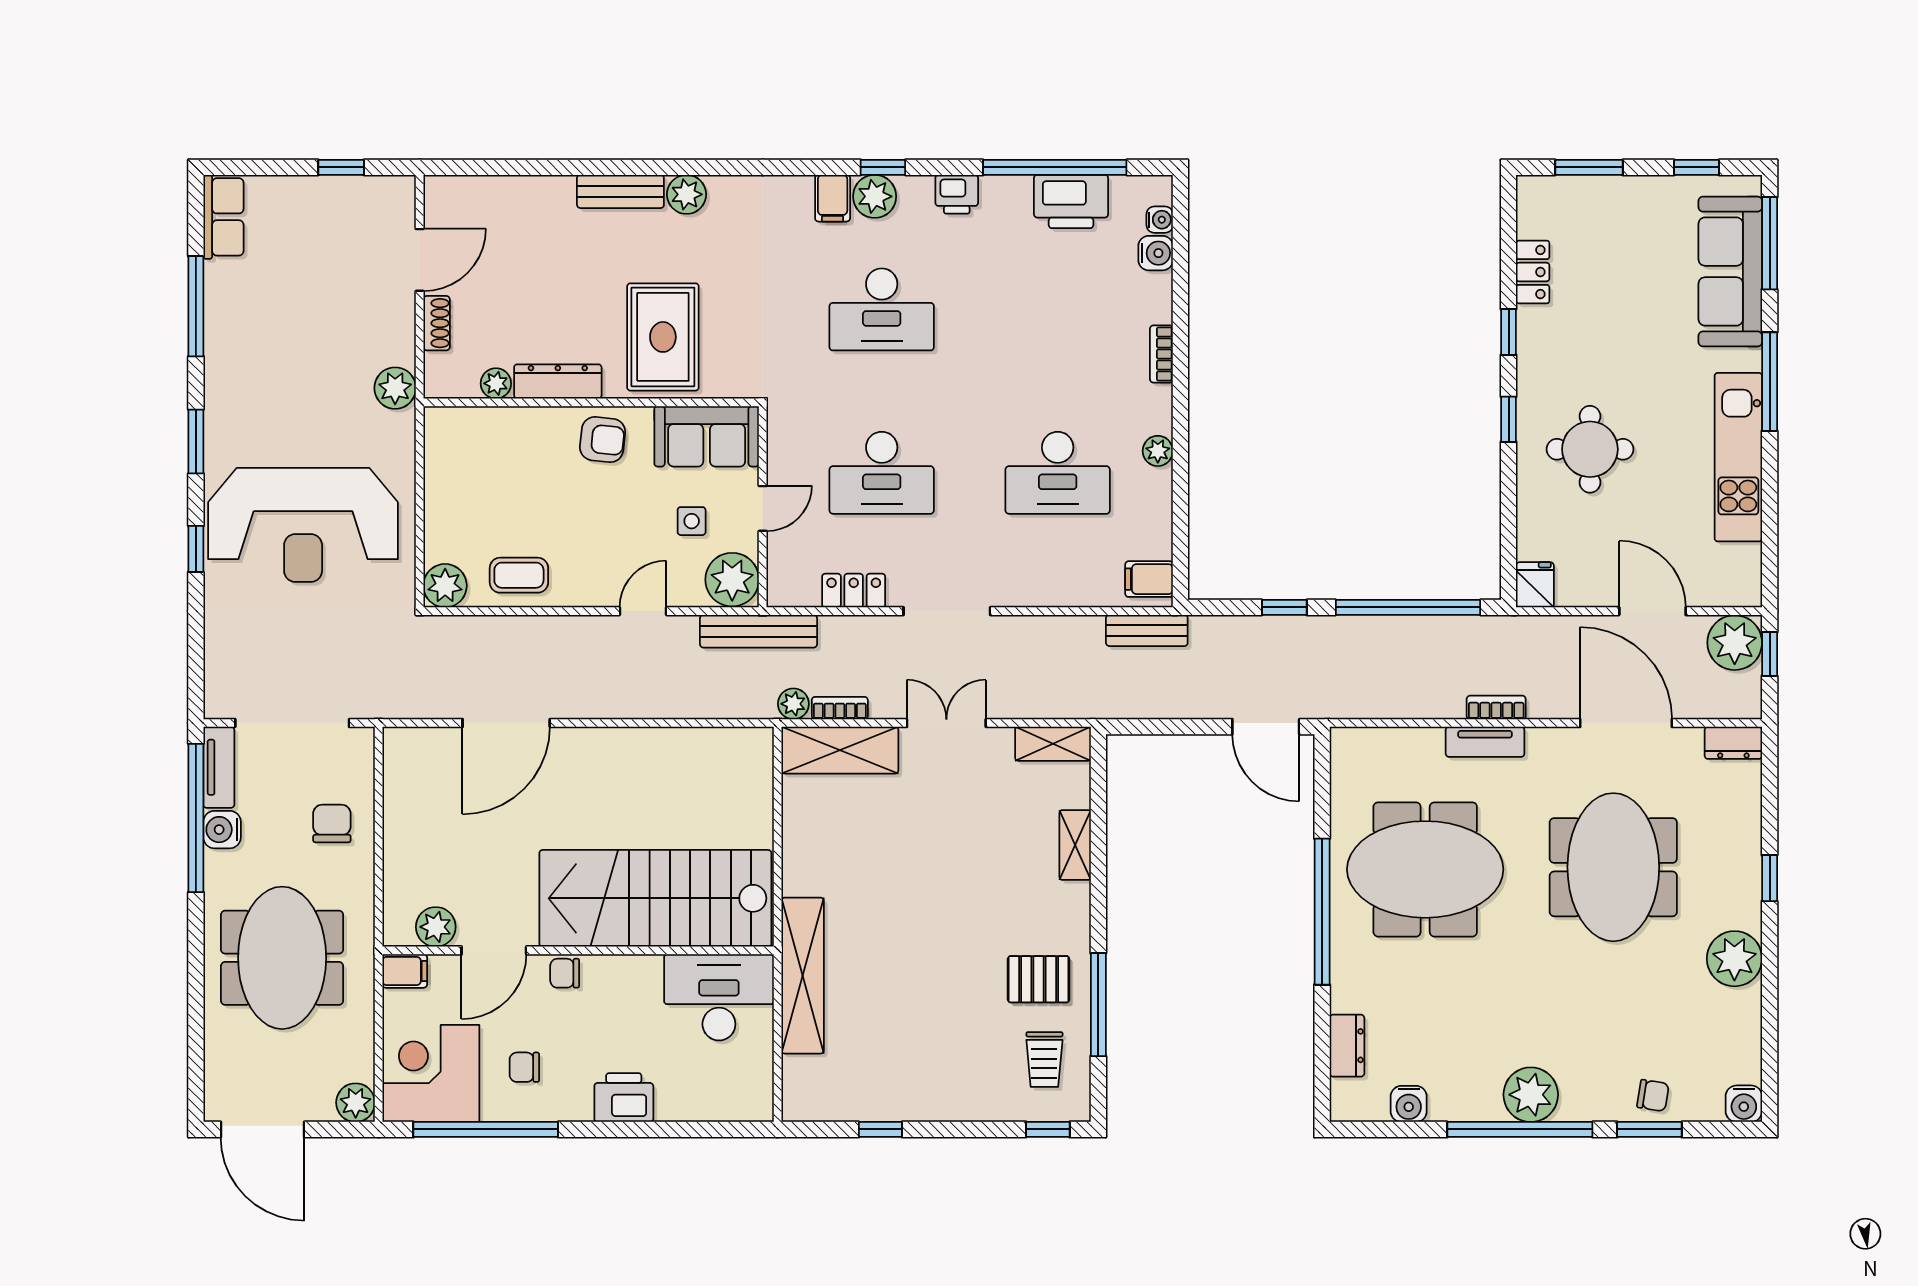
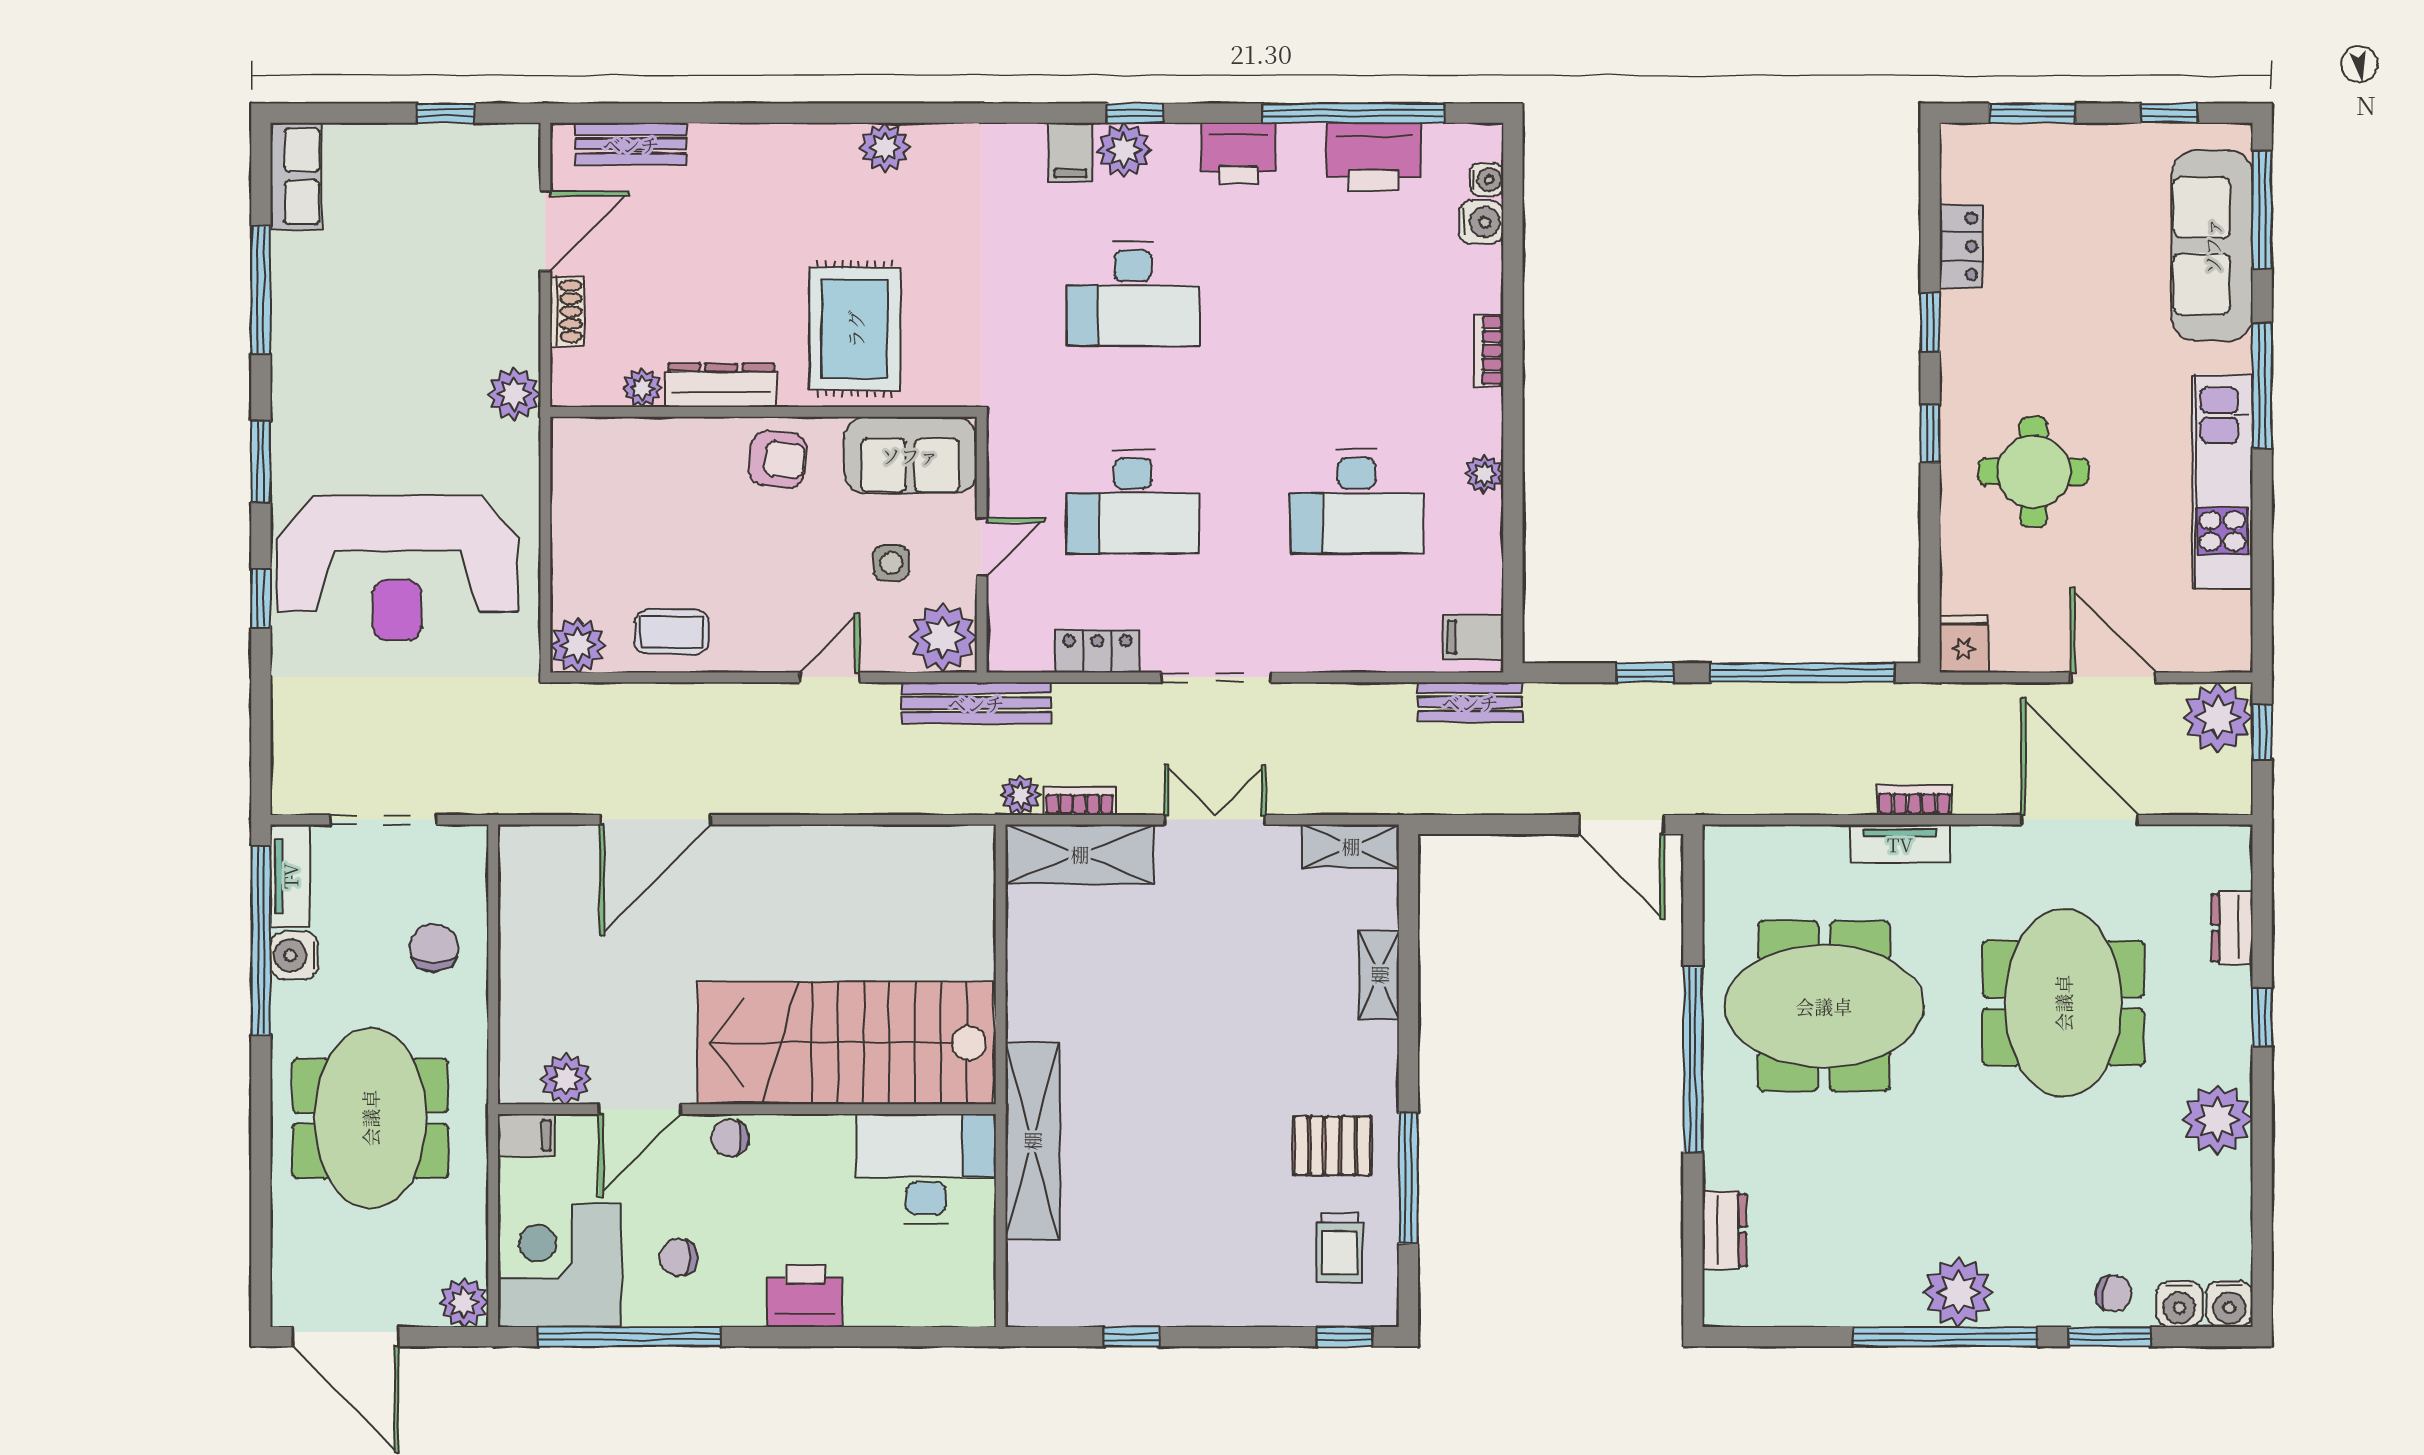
bench: (620, 191) -> (631, 144), moved
printer: (957, 194) -> (1238, 153), width x1.36, depth x1.24
doorway: (292, 723) -> (383, 820), width x0.73
dresser: (1733, 743) -> (2232, 928), moved, turned 90
water cooler: (1409, 1104) -> (2179, 1304), moved

